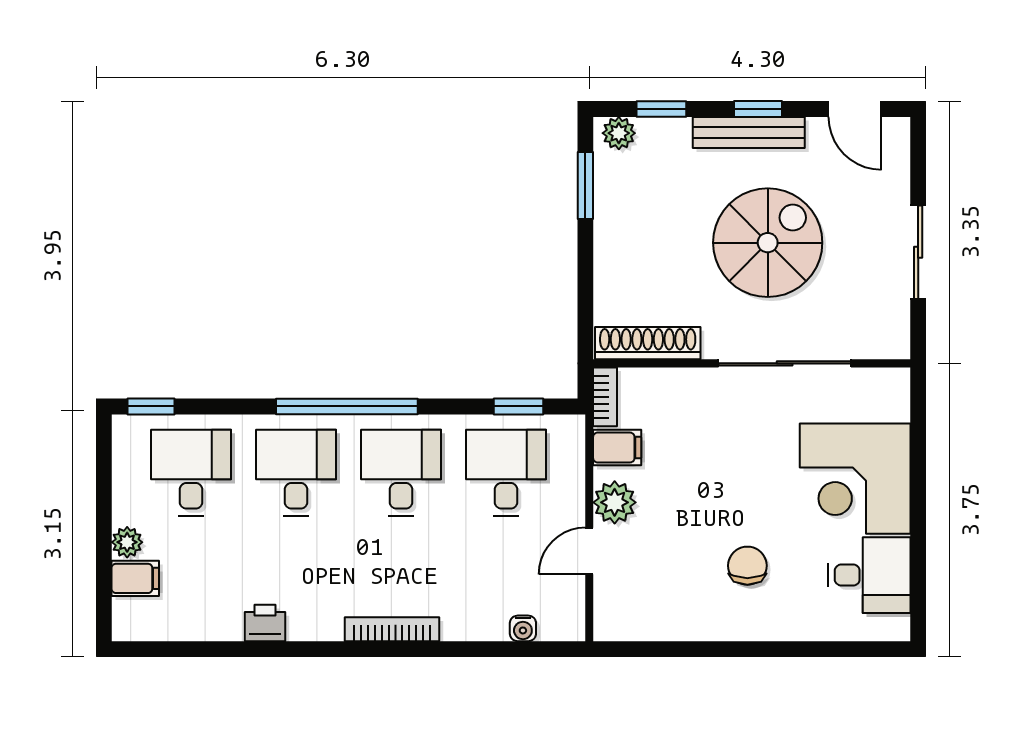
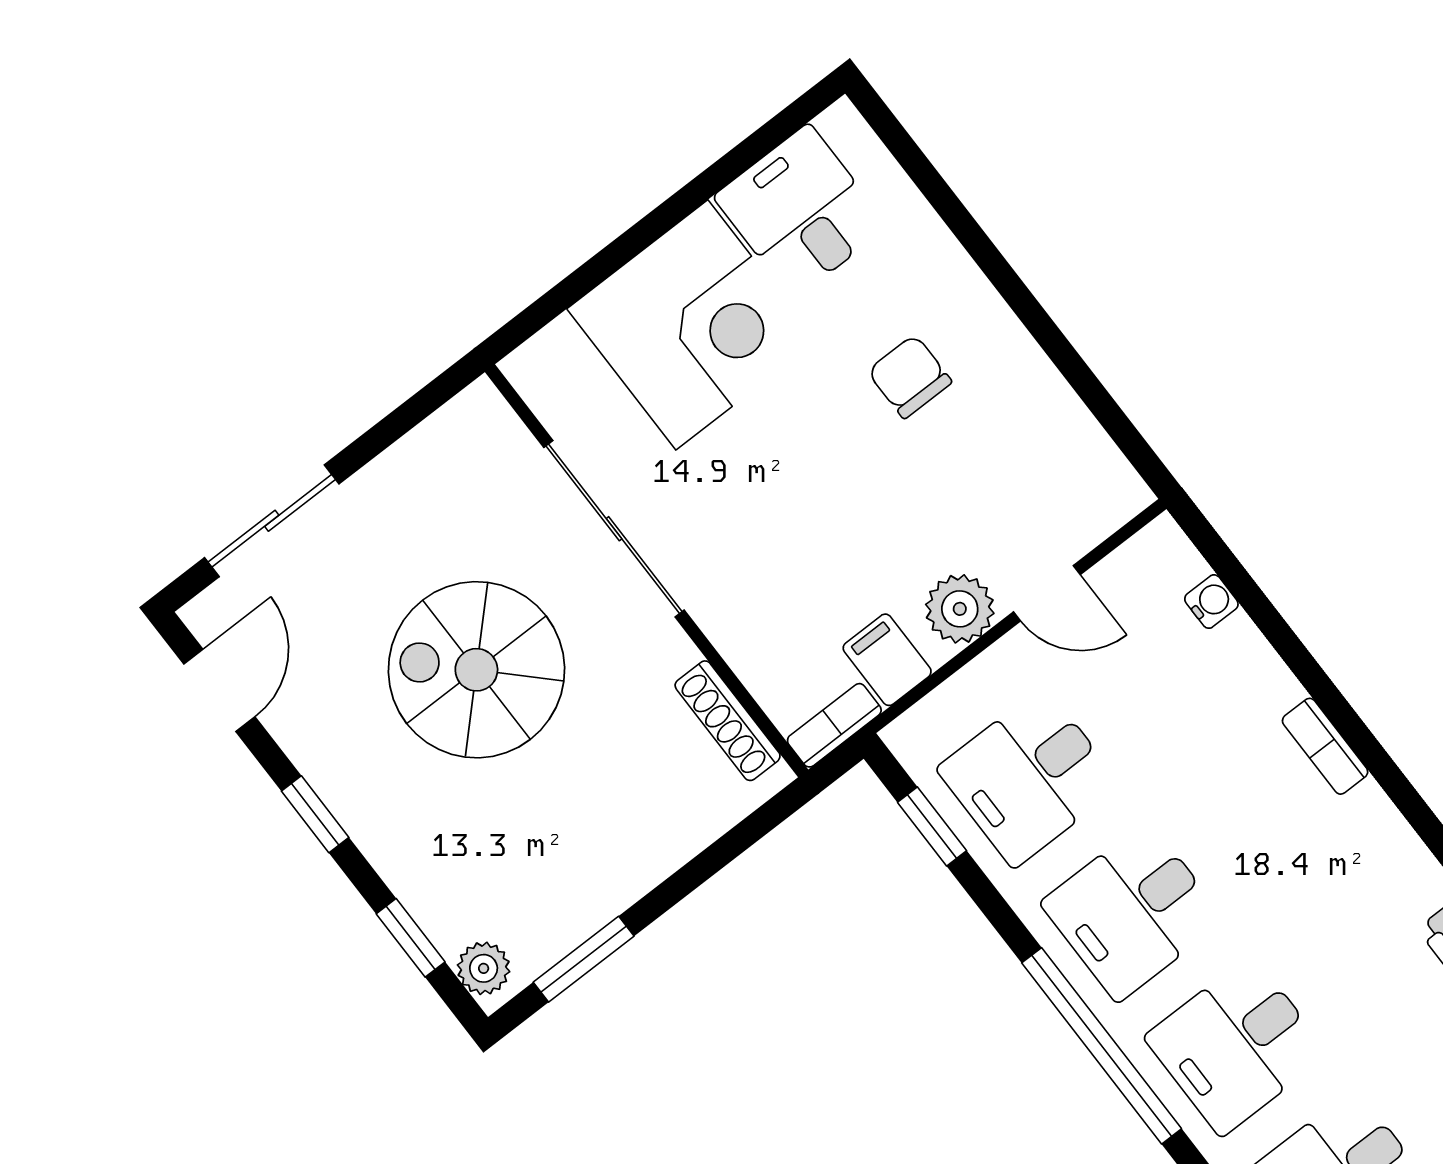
bench: (749, 132) -> (354, 803), removed
sliding door: (918, 252) -> (272, 521), moved
shoe rack: (648, 343) -> (728, 721), width x0.74, depth x0.81
chair: (747, 566) -> (910, 377), turned 90
bookcase: (392, 629) -> (1325, 746), width x0.64

